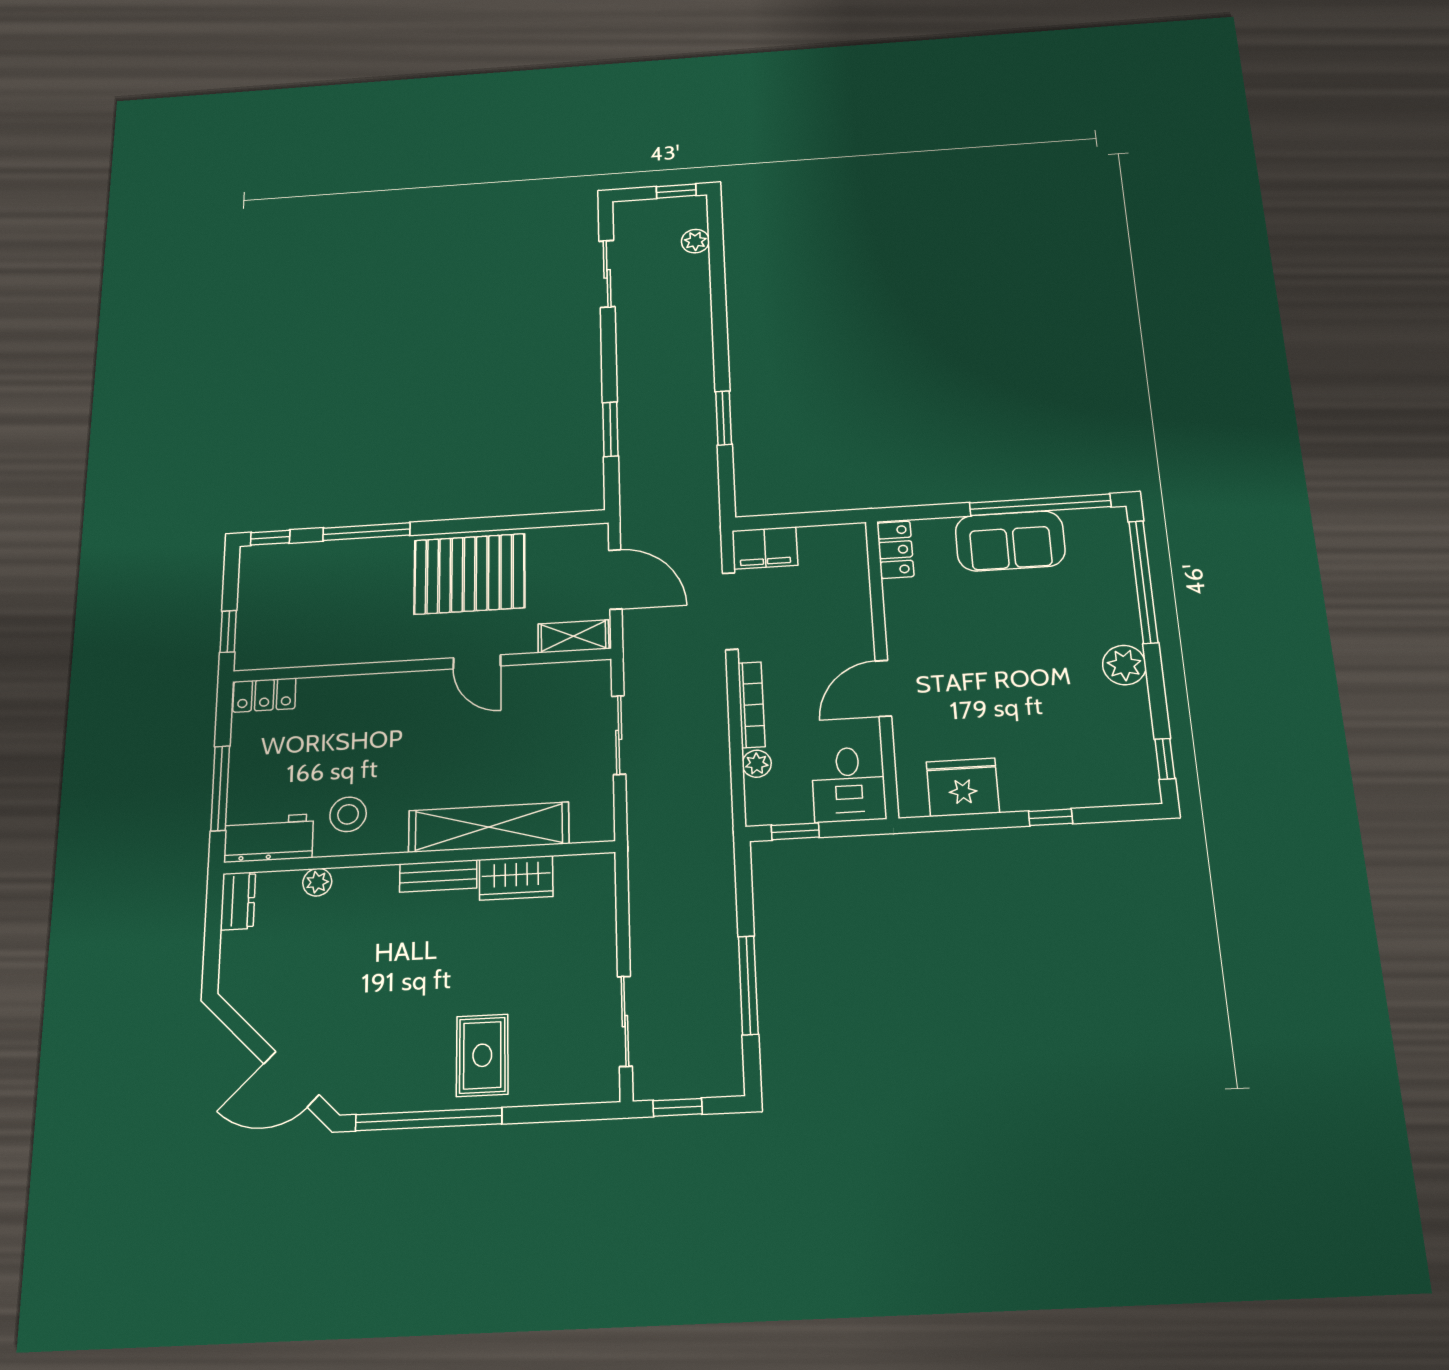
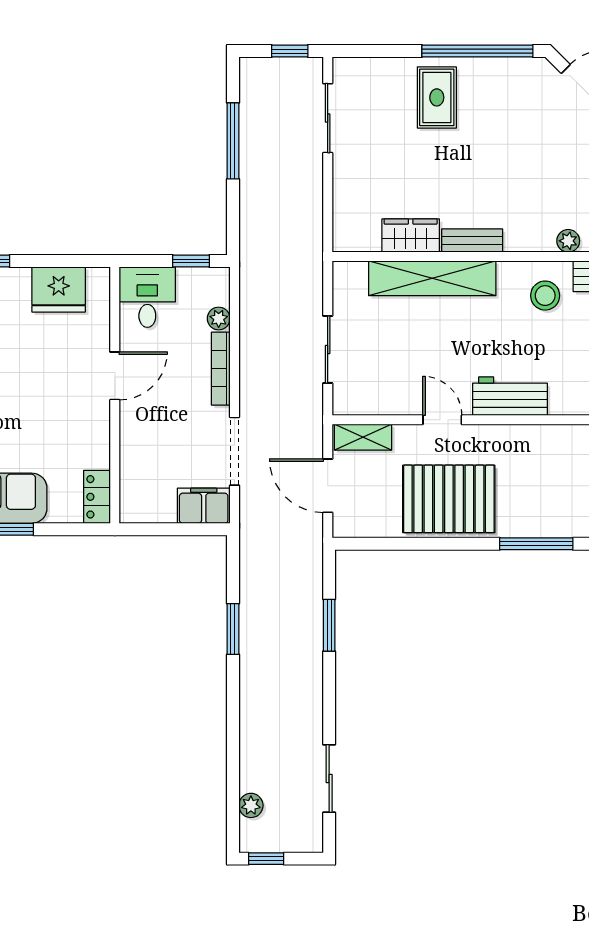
workbench: (394, 694) -> (510, 396), added

